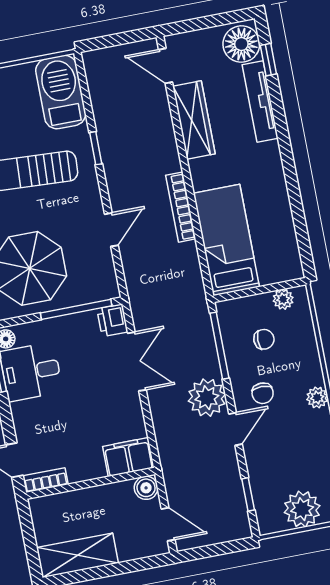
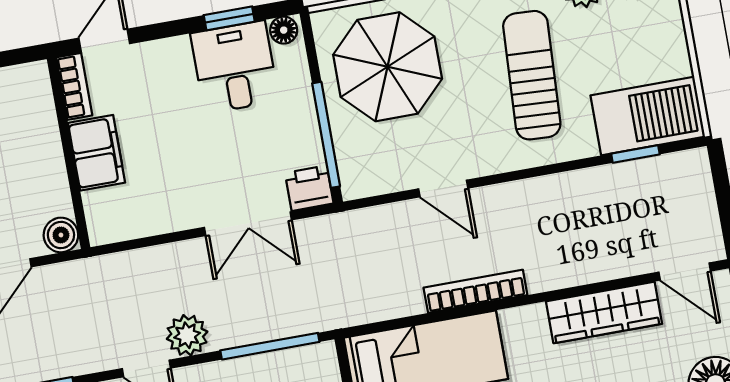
door: (166, 66) -> (685, 272), swing flipped
window: (96, 148) -> (635, 154), moved
plant: (207, 398) -> (187, 335), width x0.73, depth x0.73
filing cabinet: (128, 457) -> (97, 153), moved

